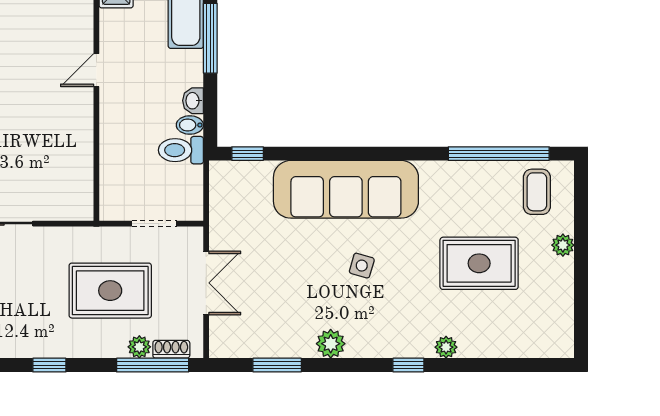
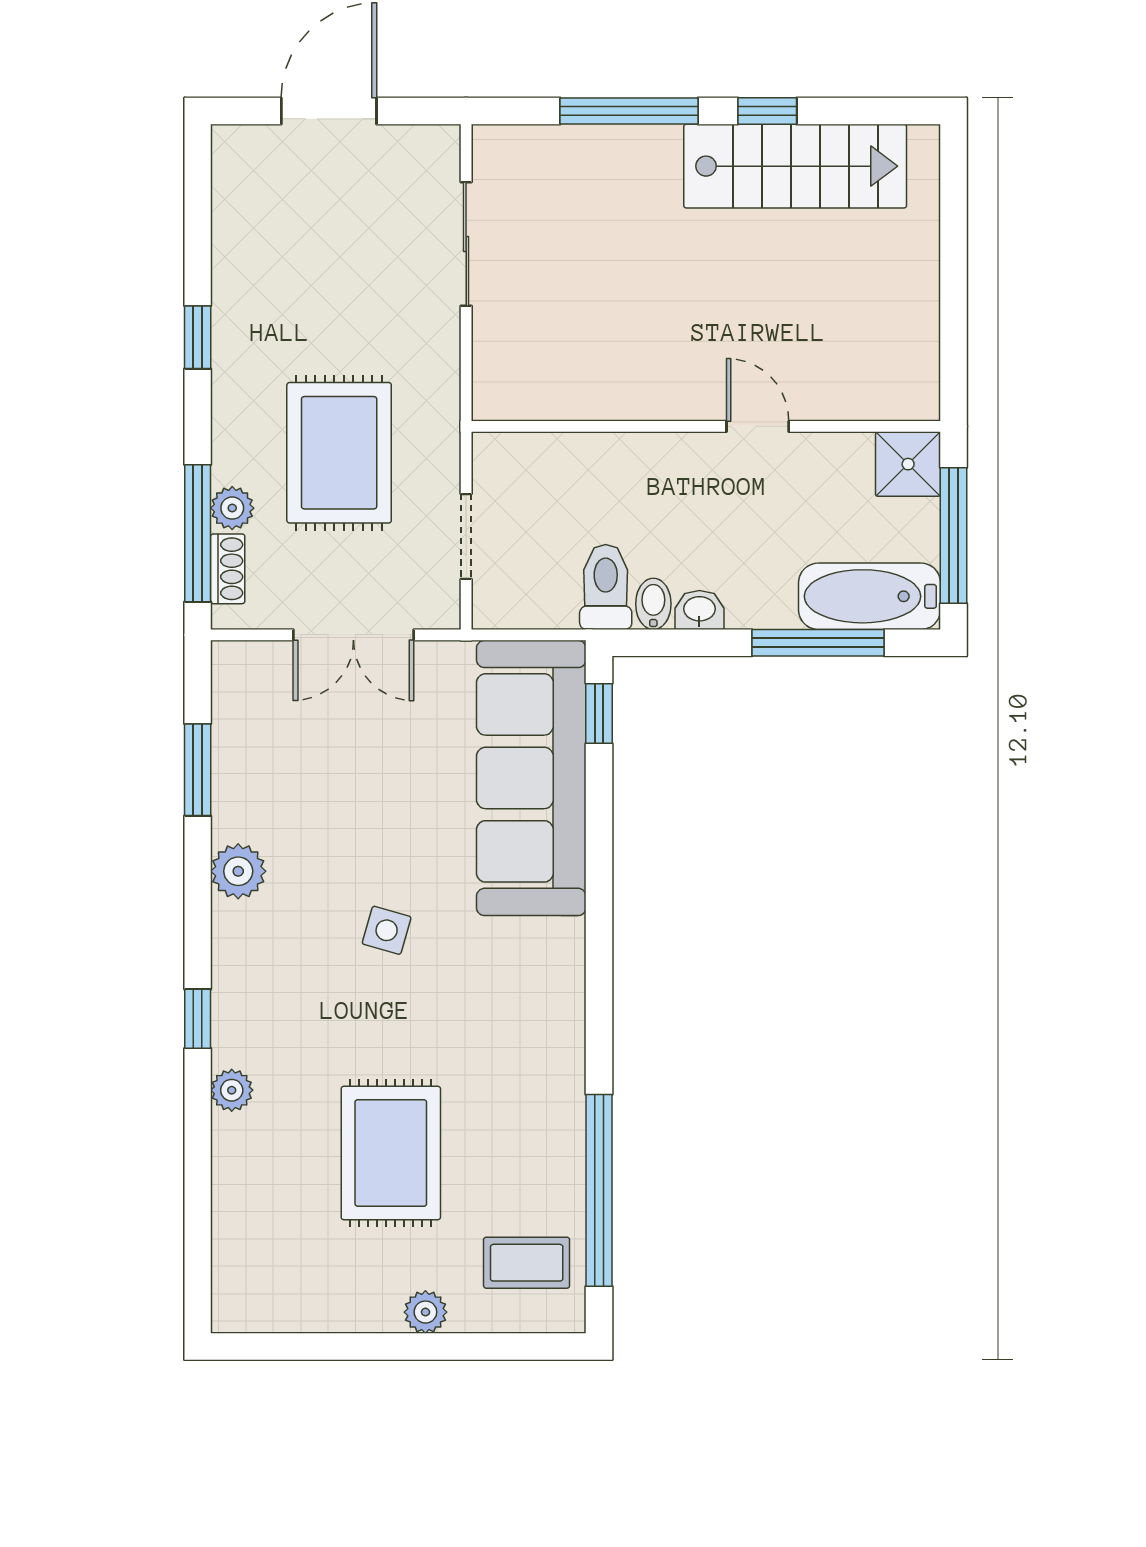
sofa: (346, 189) -> (531, 778), moved

